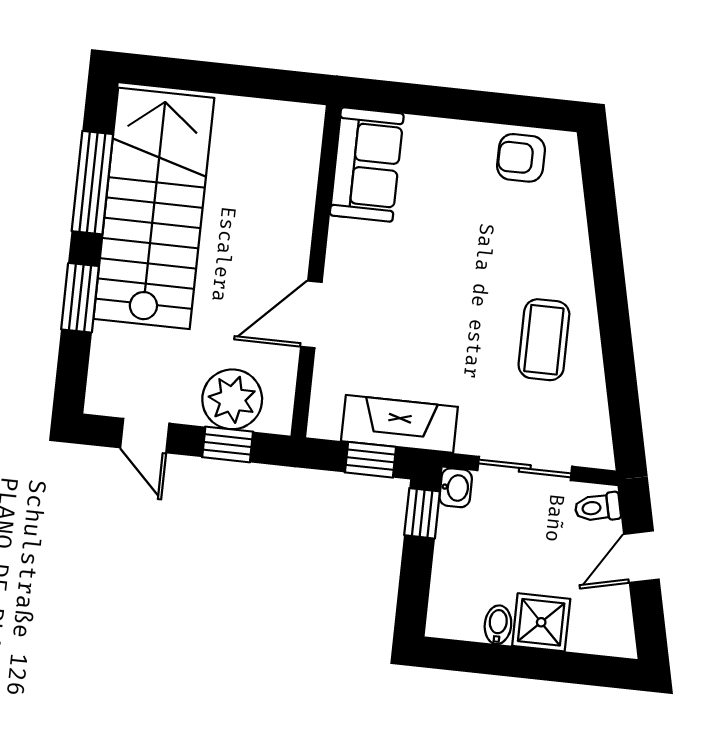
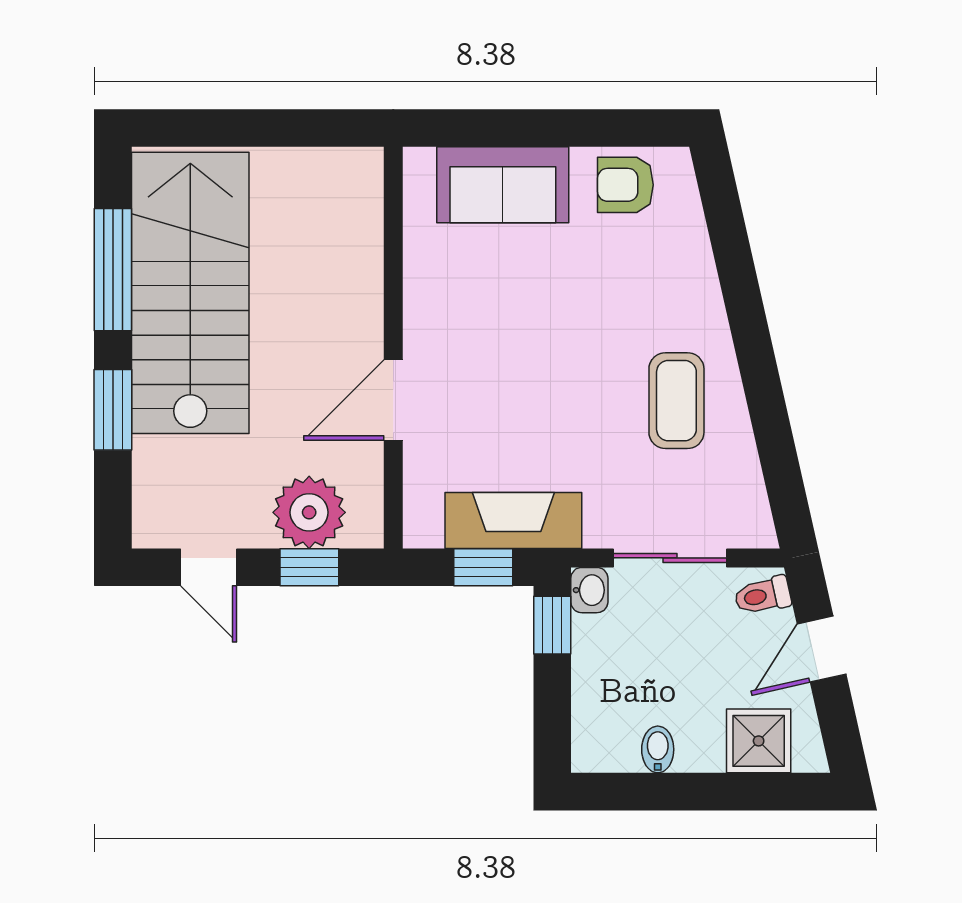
sofa: (367, 165) -> (503, 185), moved, turned 90
shower: (541, 622) -> (759, 741), moved

